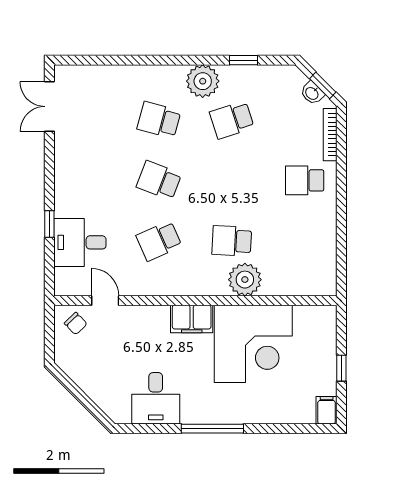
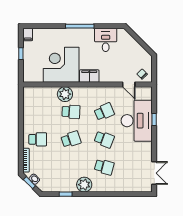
school desk: (232, 120) -> (71, 139), moved
desk: (80, 242) -> (137, 121), width x1.87, depth x1.30

